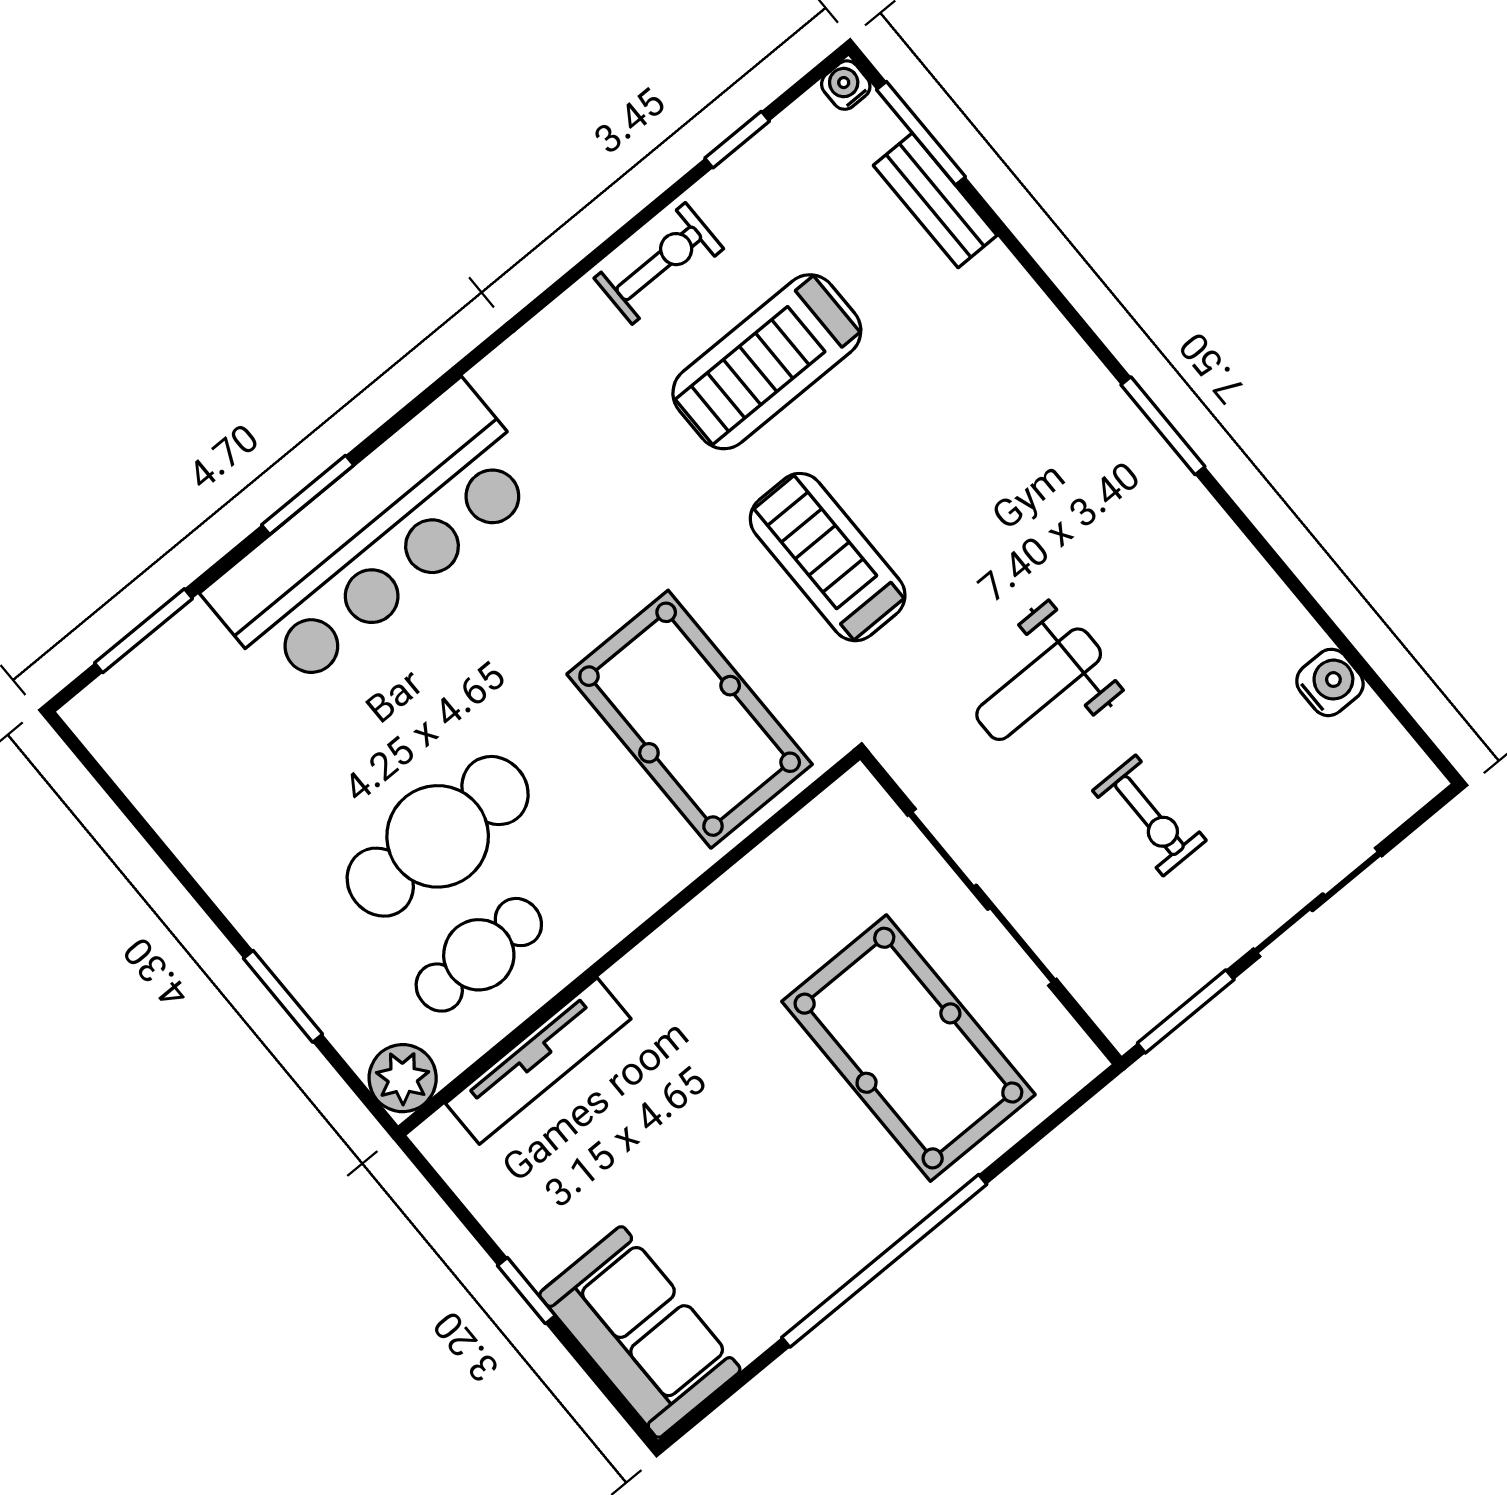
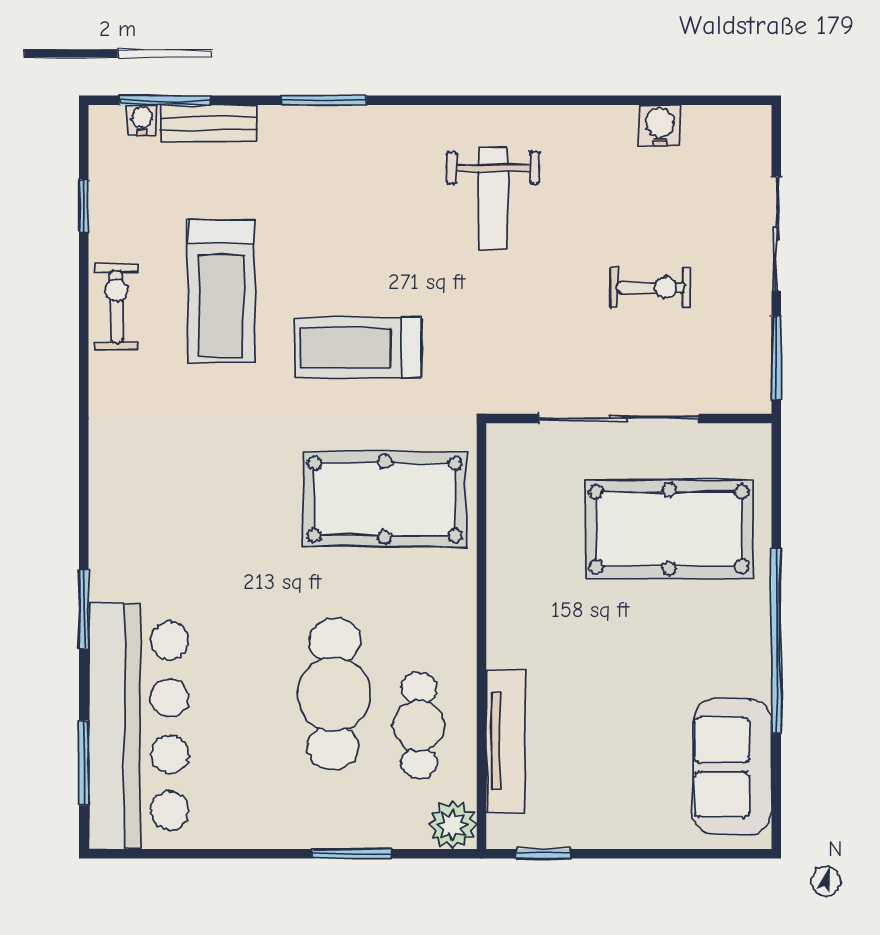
water cooler: (846, 85) -> (142, 120), moved, turned 90
window: (1163, 426) -> (324, 100), moved
bar counter: (374, 538) -> (139, 726), moved
weight bench: (1039, 684) -> (493, 198), moved
window: (526, 1291) -> (544, 854), moved
sofa: (640, 1332) -> (732, 767), moved, turned -90

